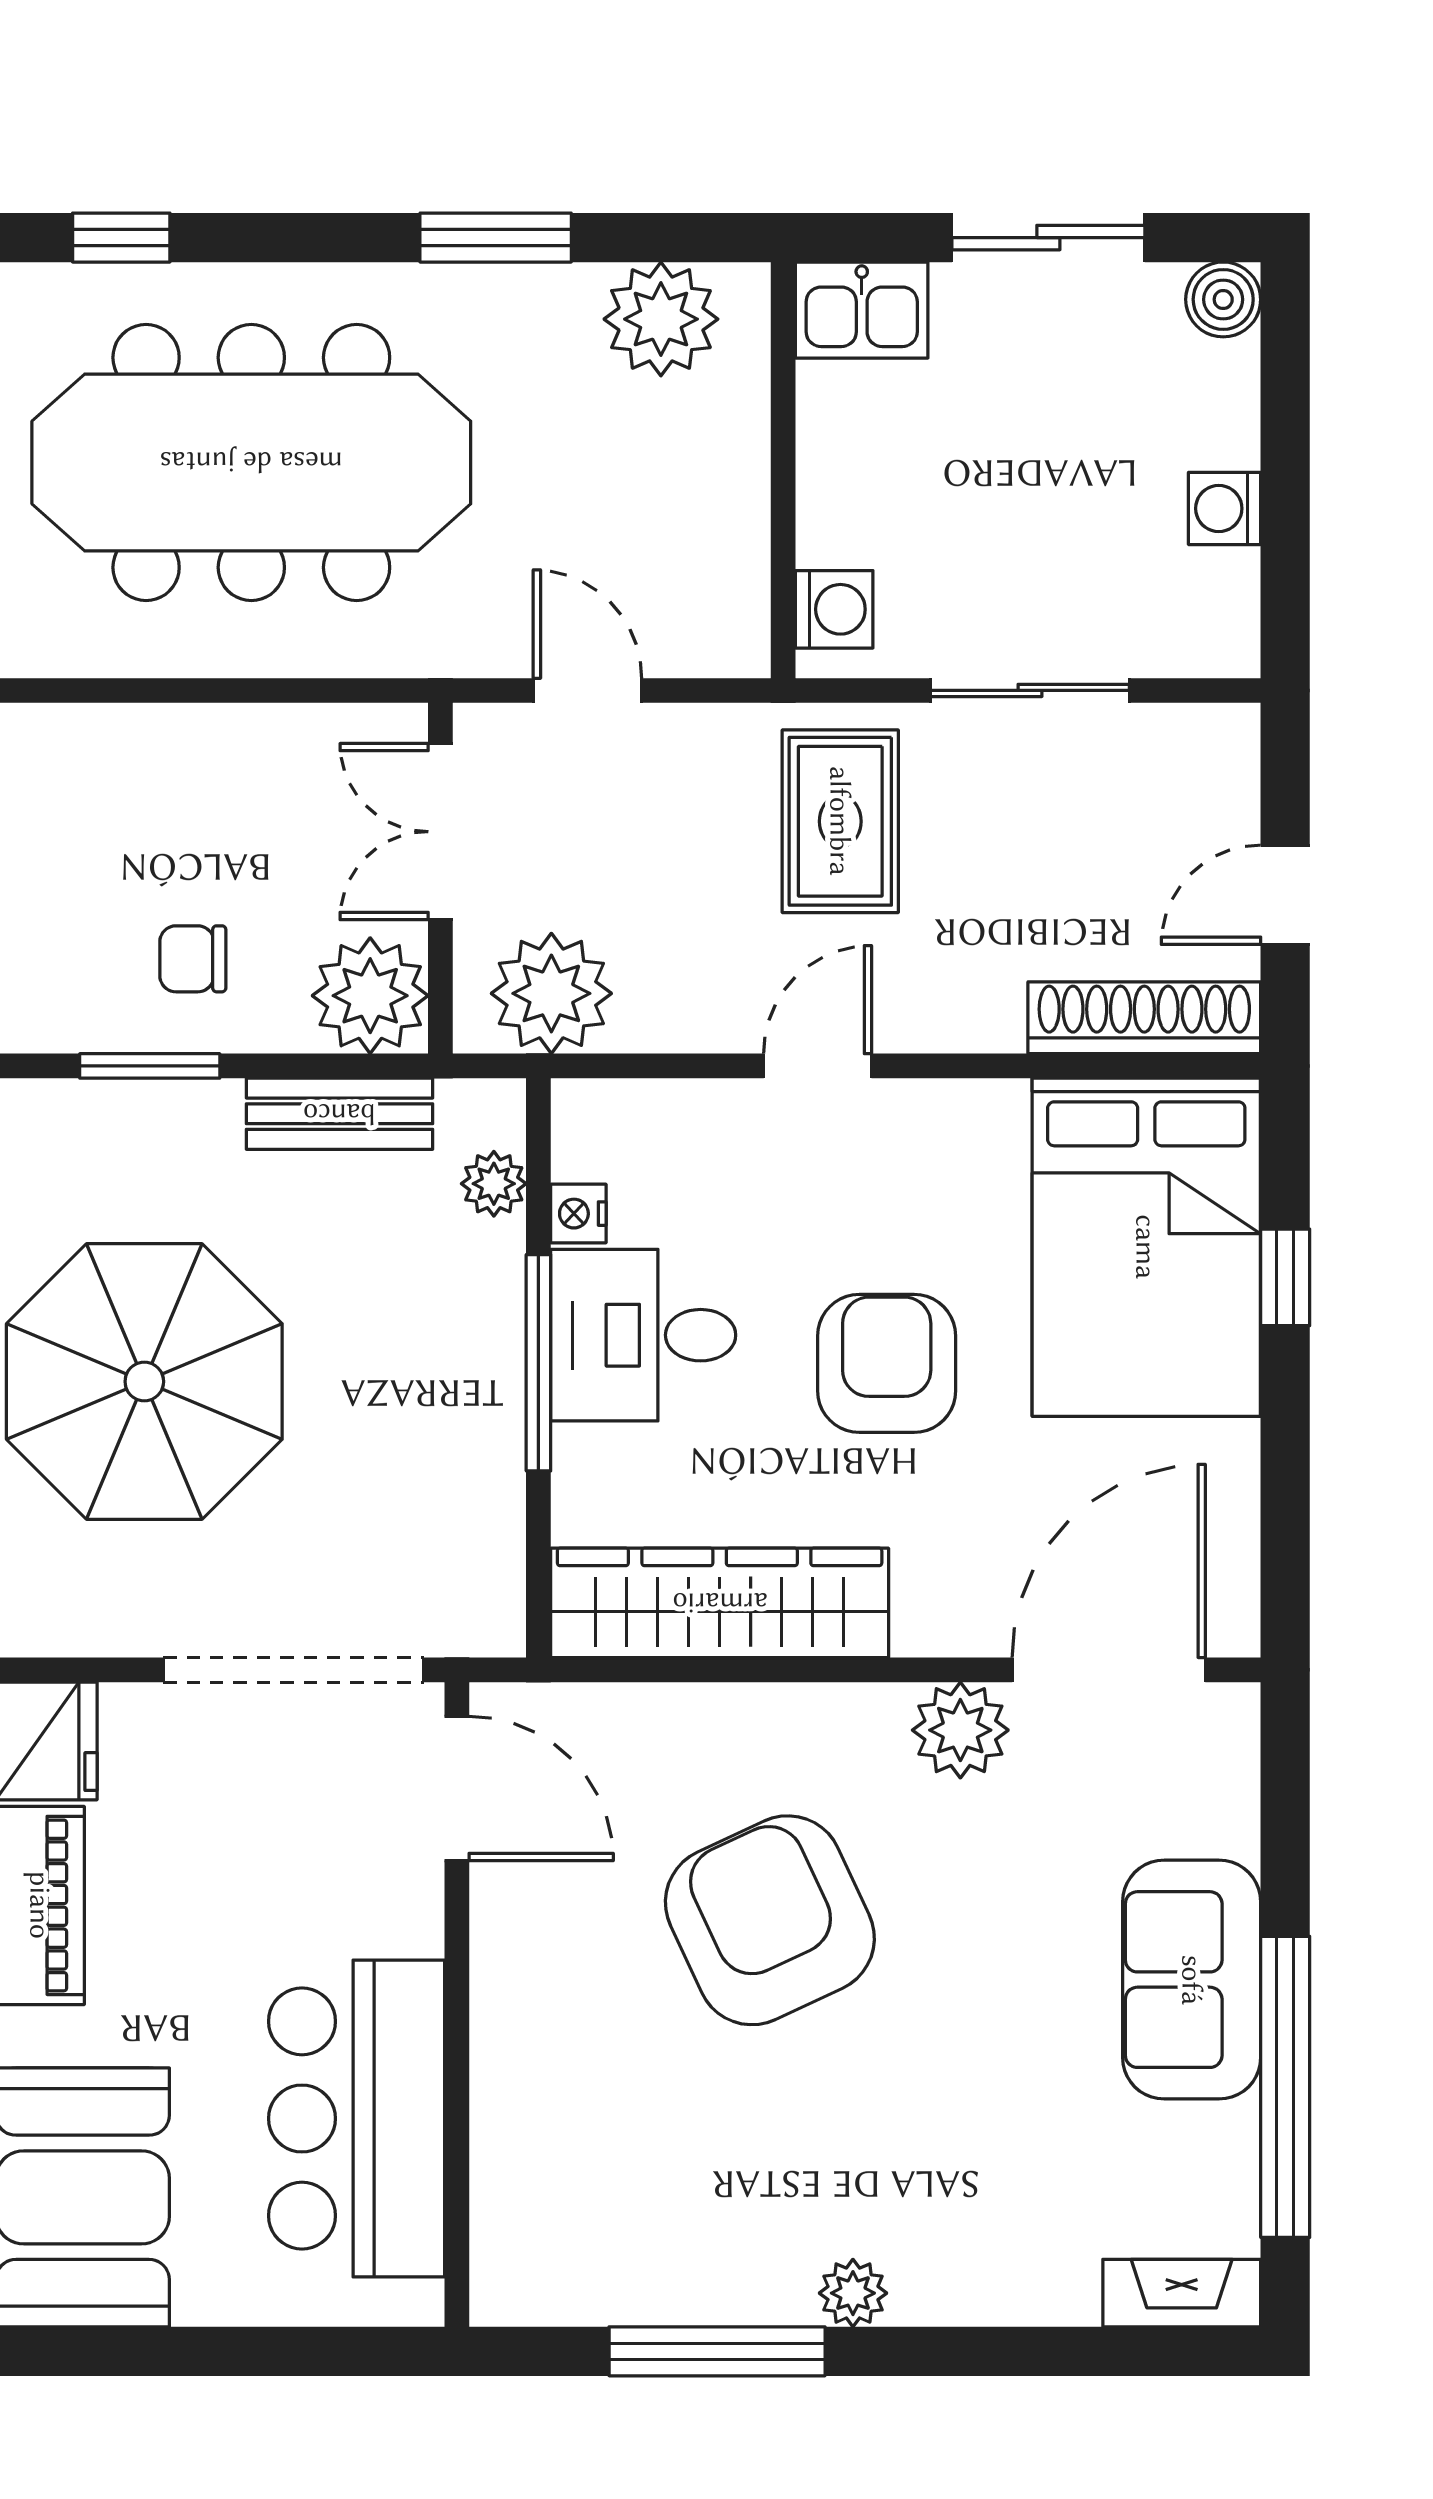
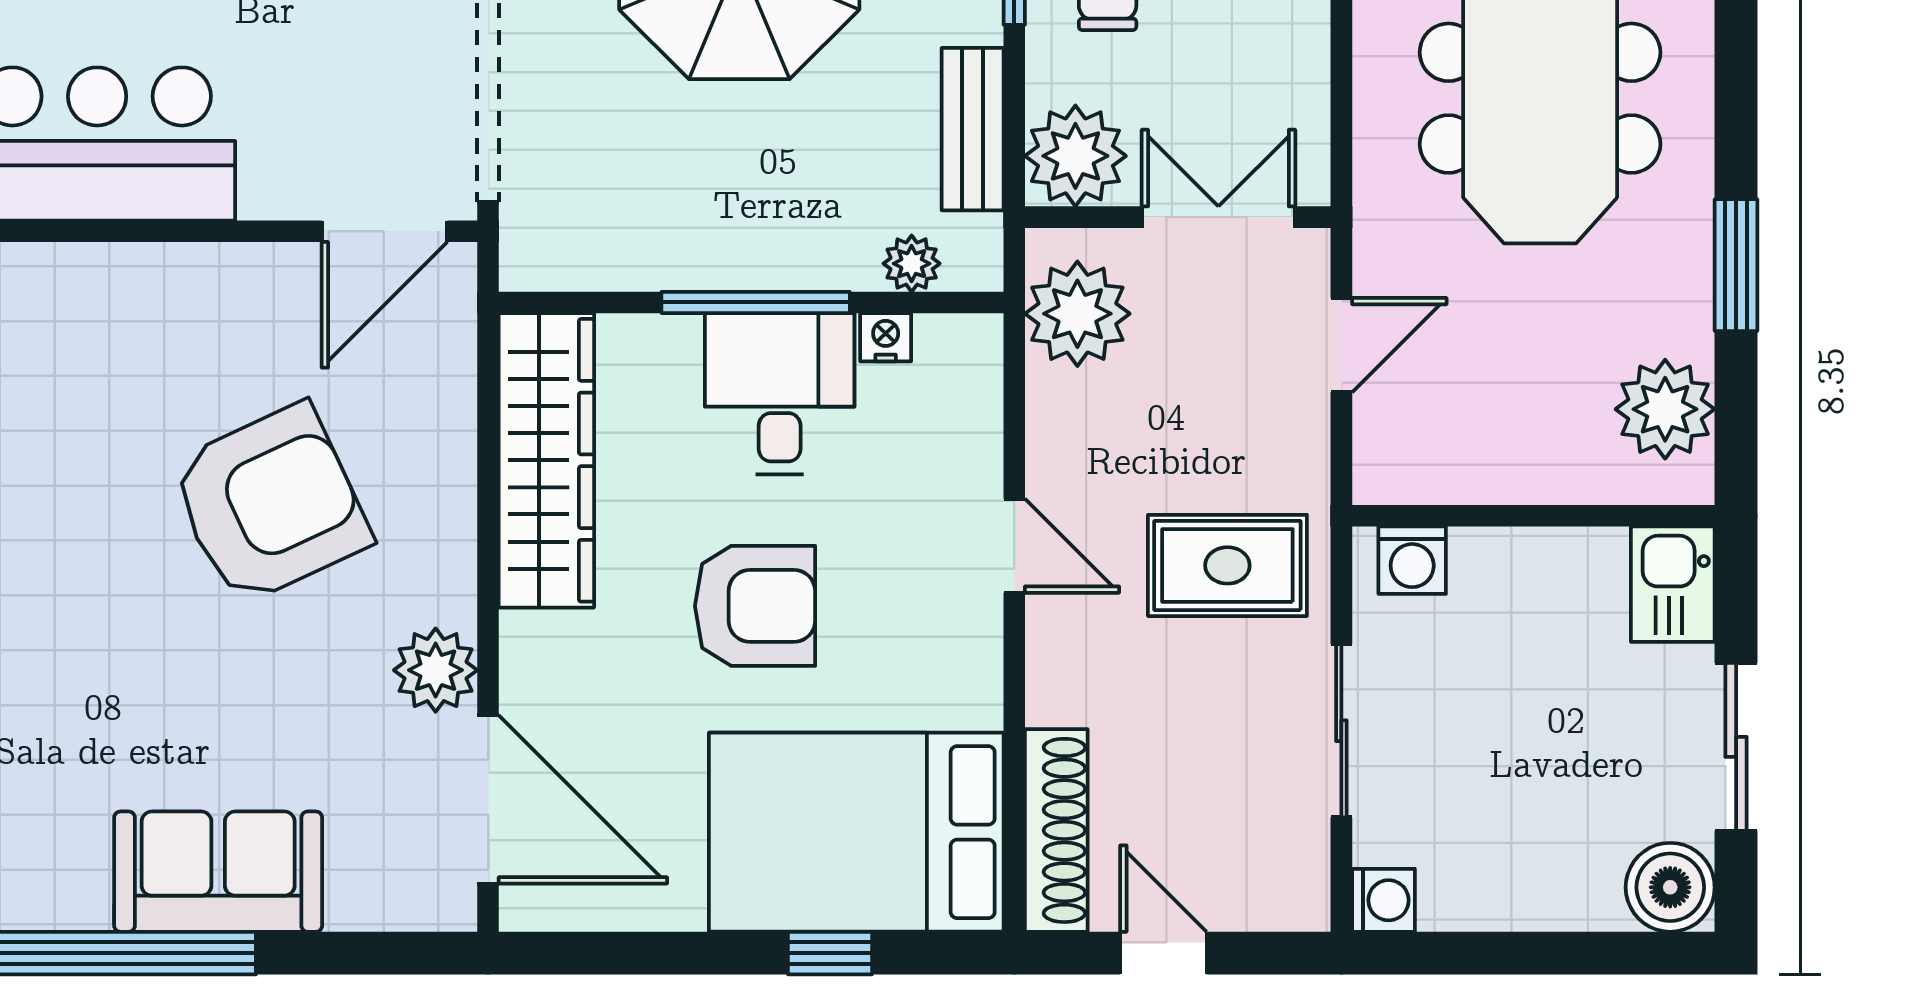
boiler: (1223, 299) -> (1670, 887), width x1.36, depth x1.36
washing machine: (1225, 508) -> (1383, 900), moved, turned 90

